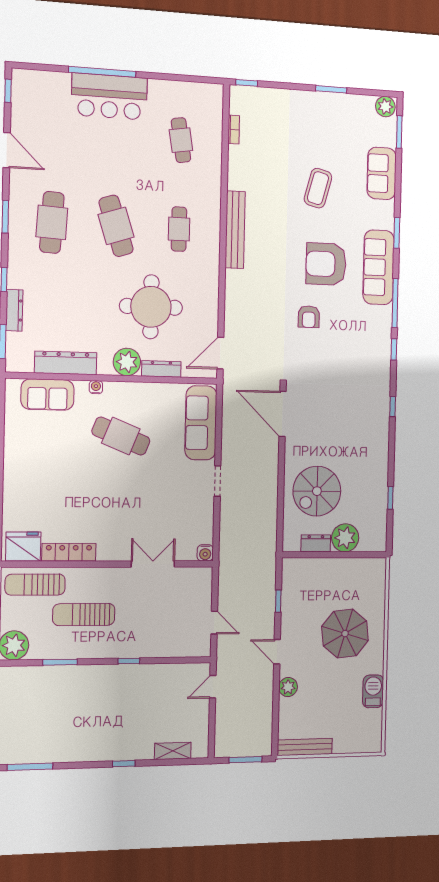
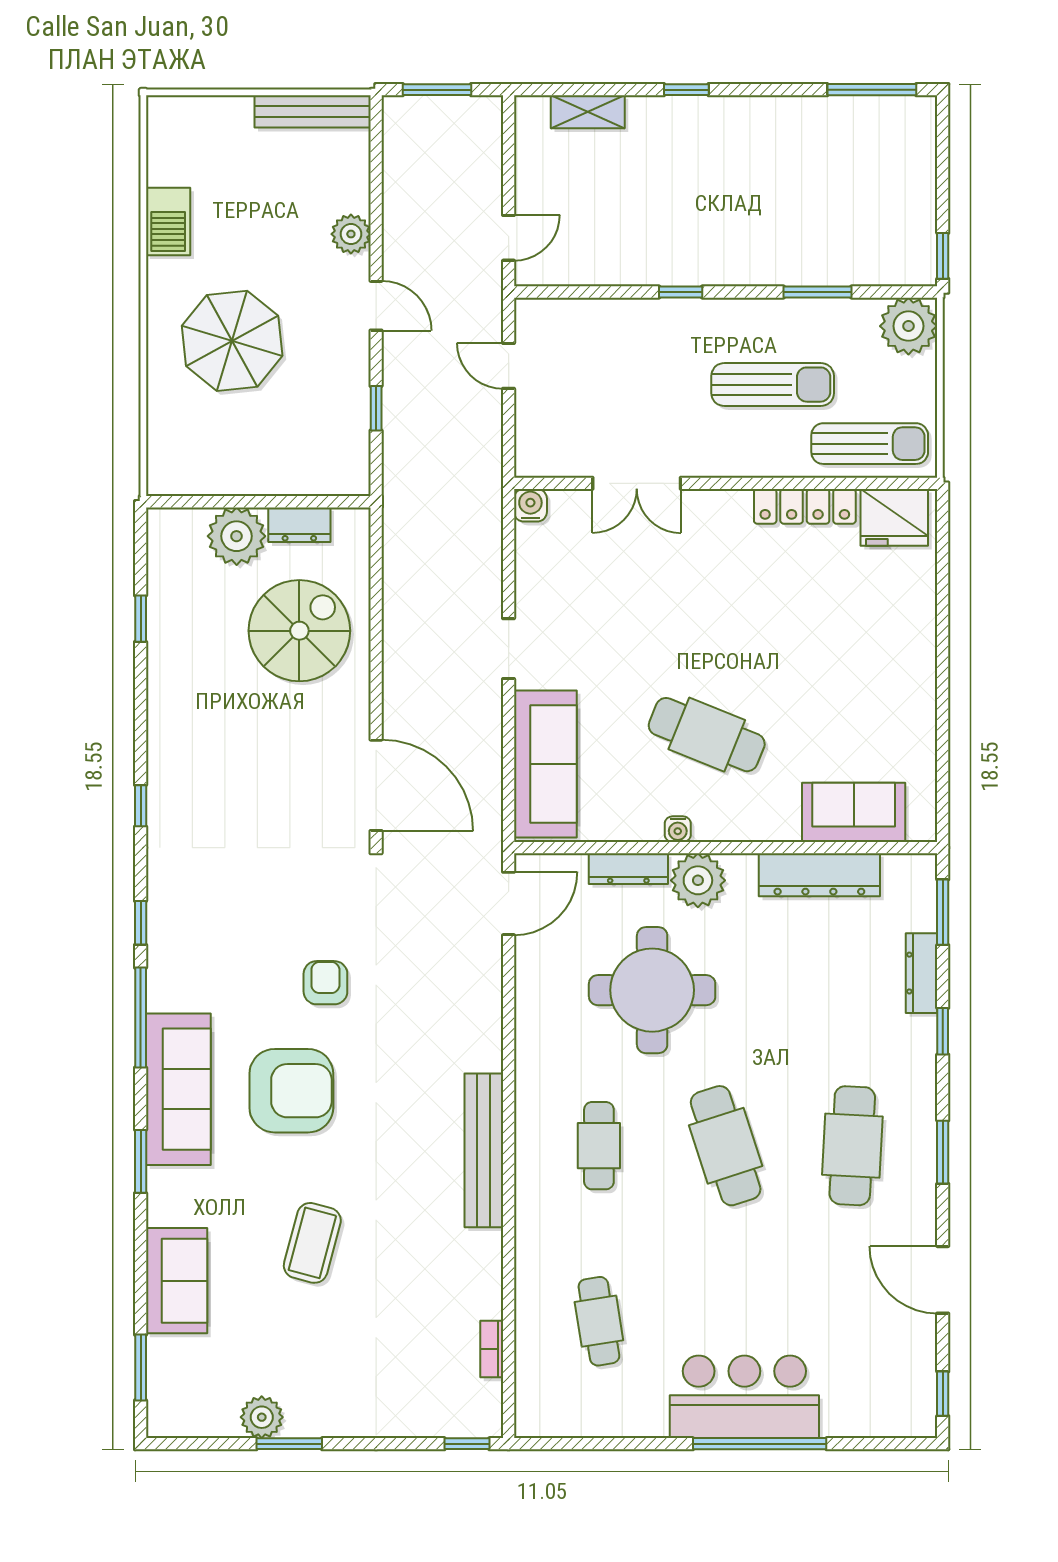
plant: (385, 107) -> (262, 1417), moved
water cooler: (96, 387) -> (678, 829), moved

